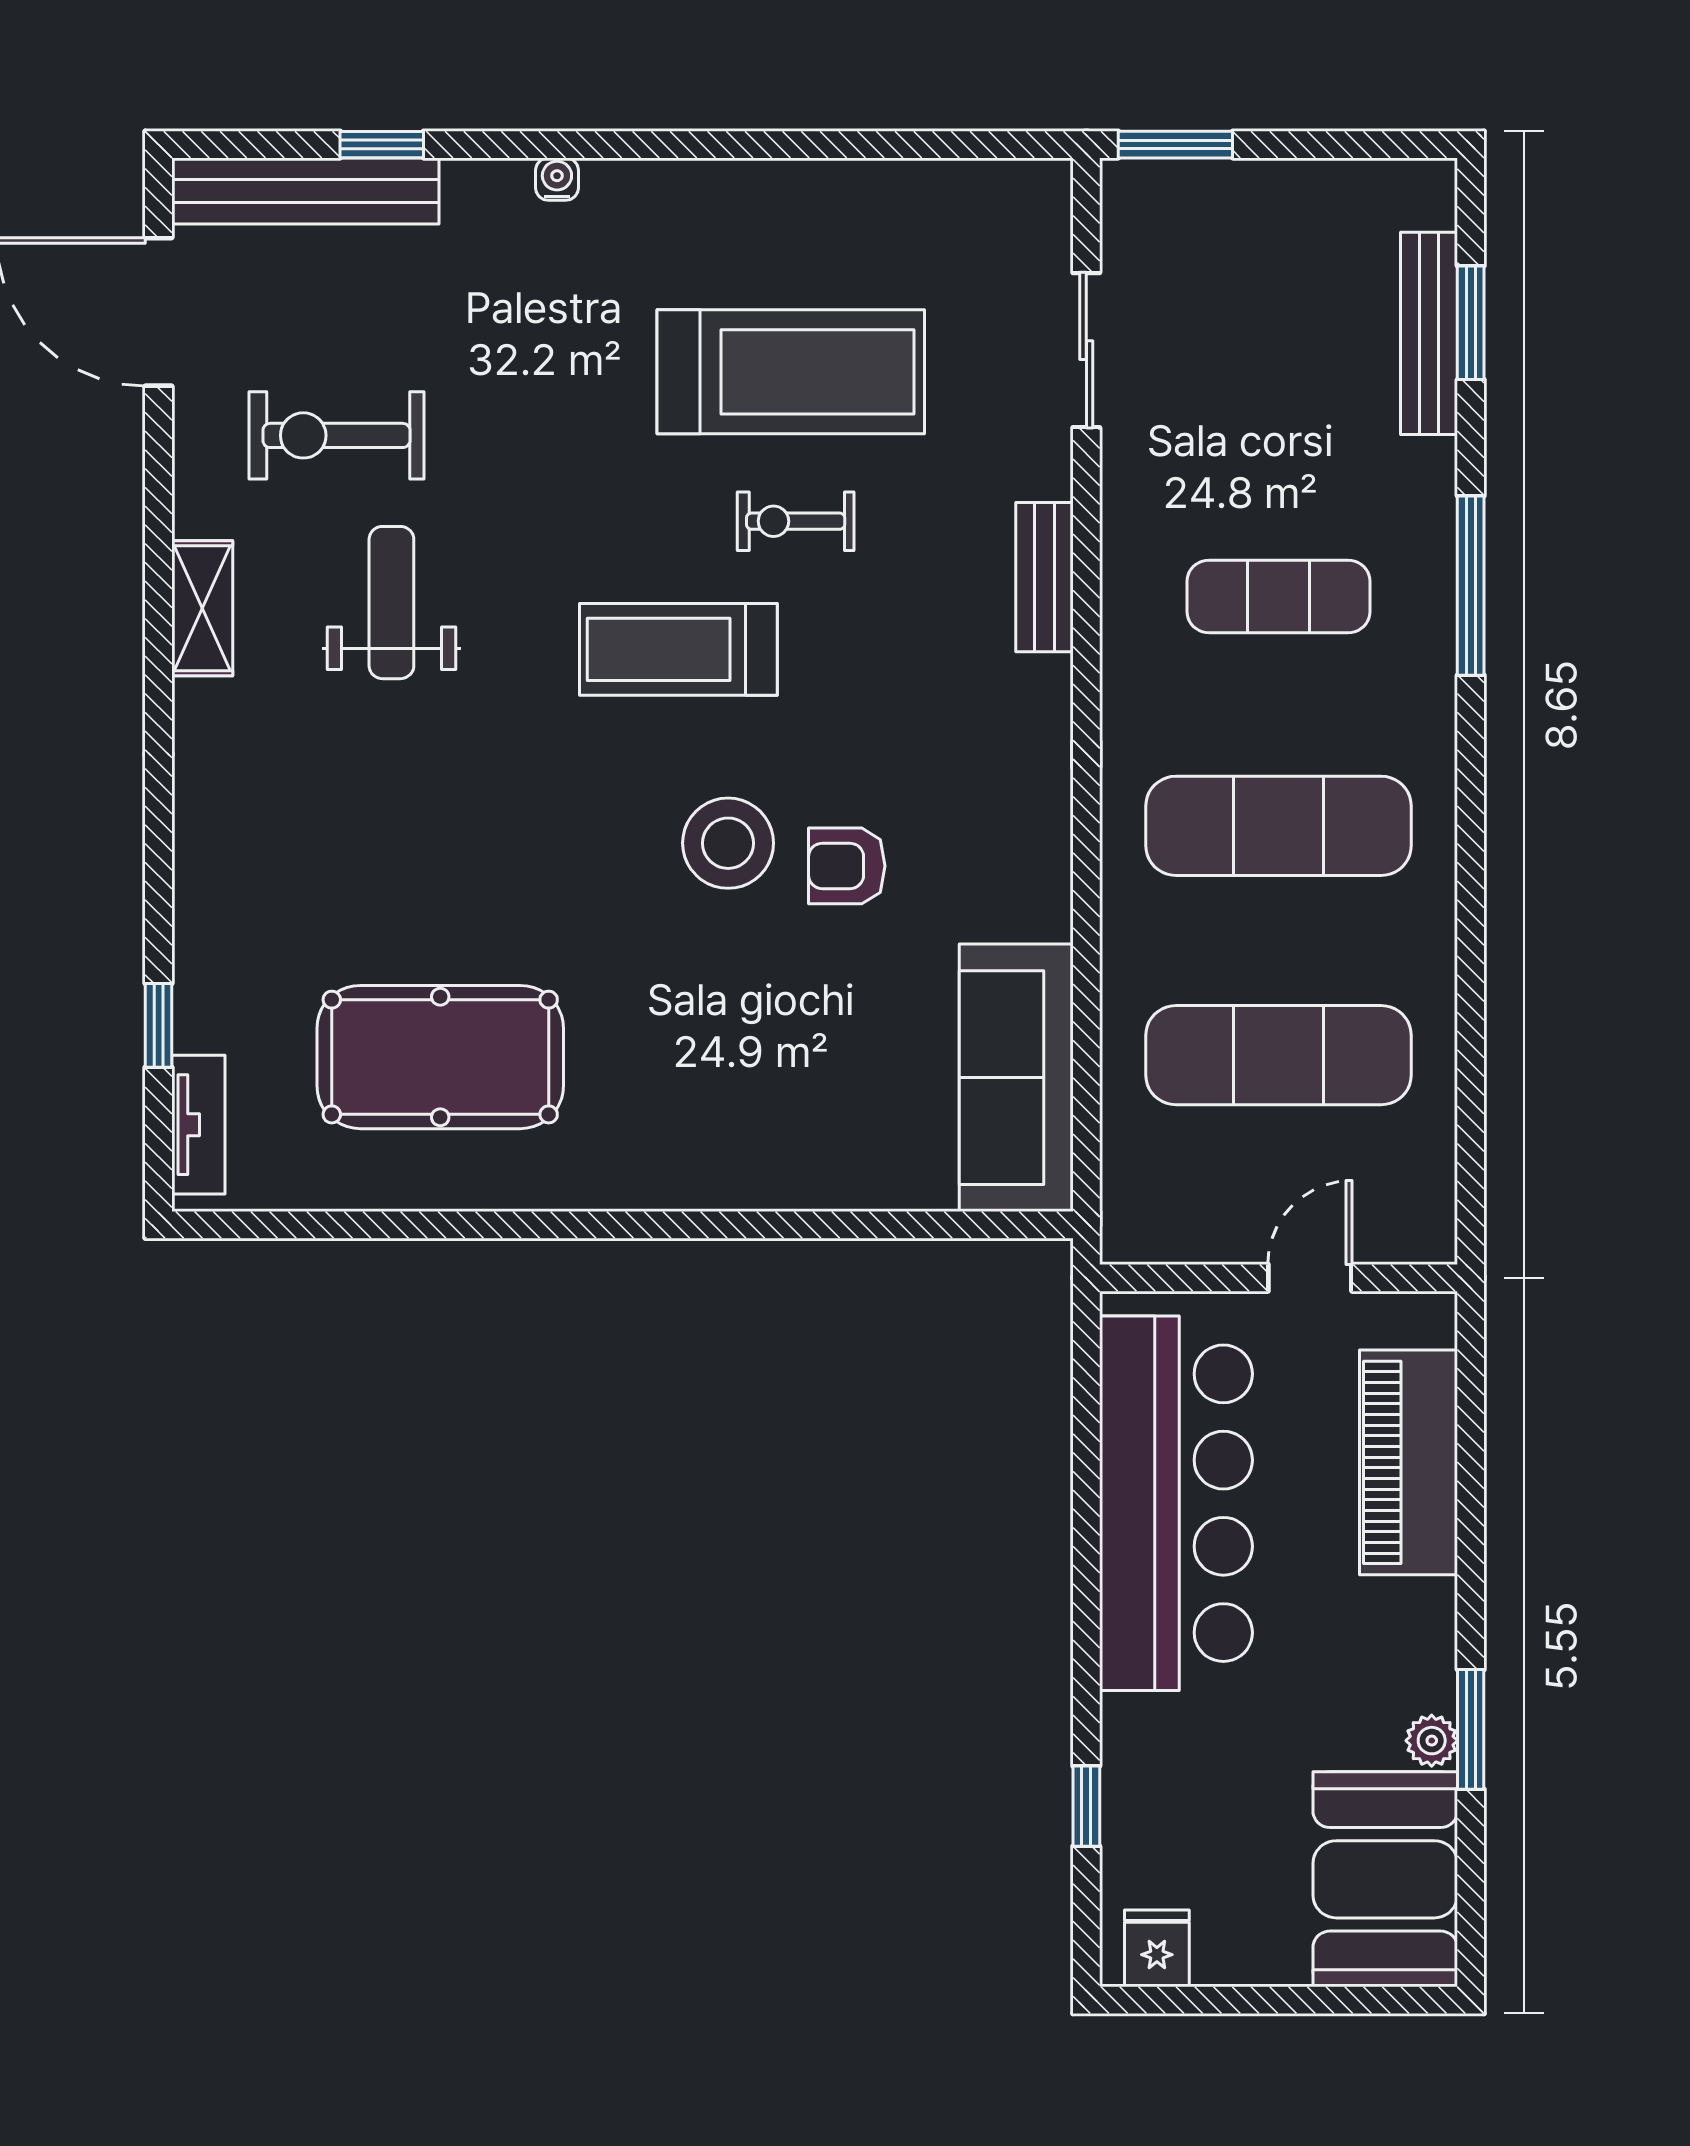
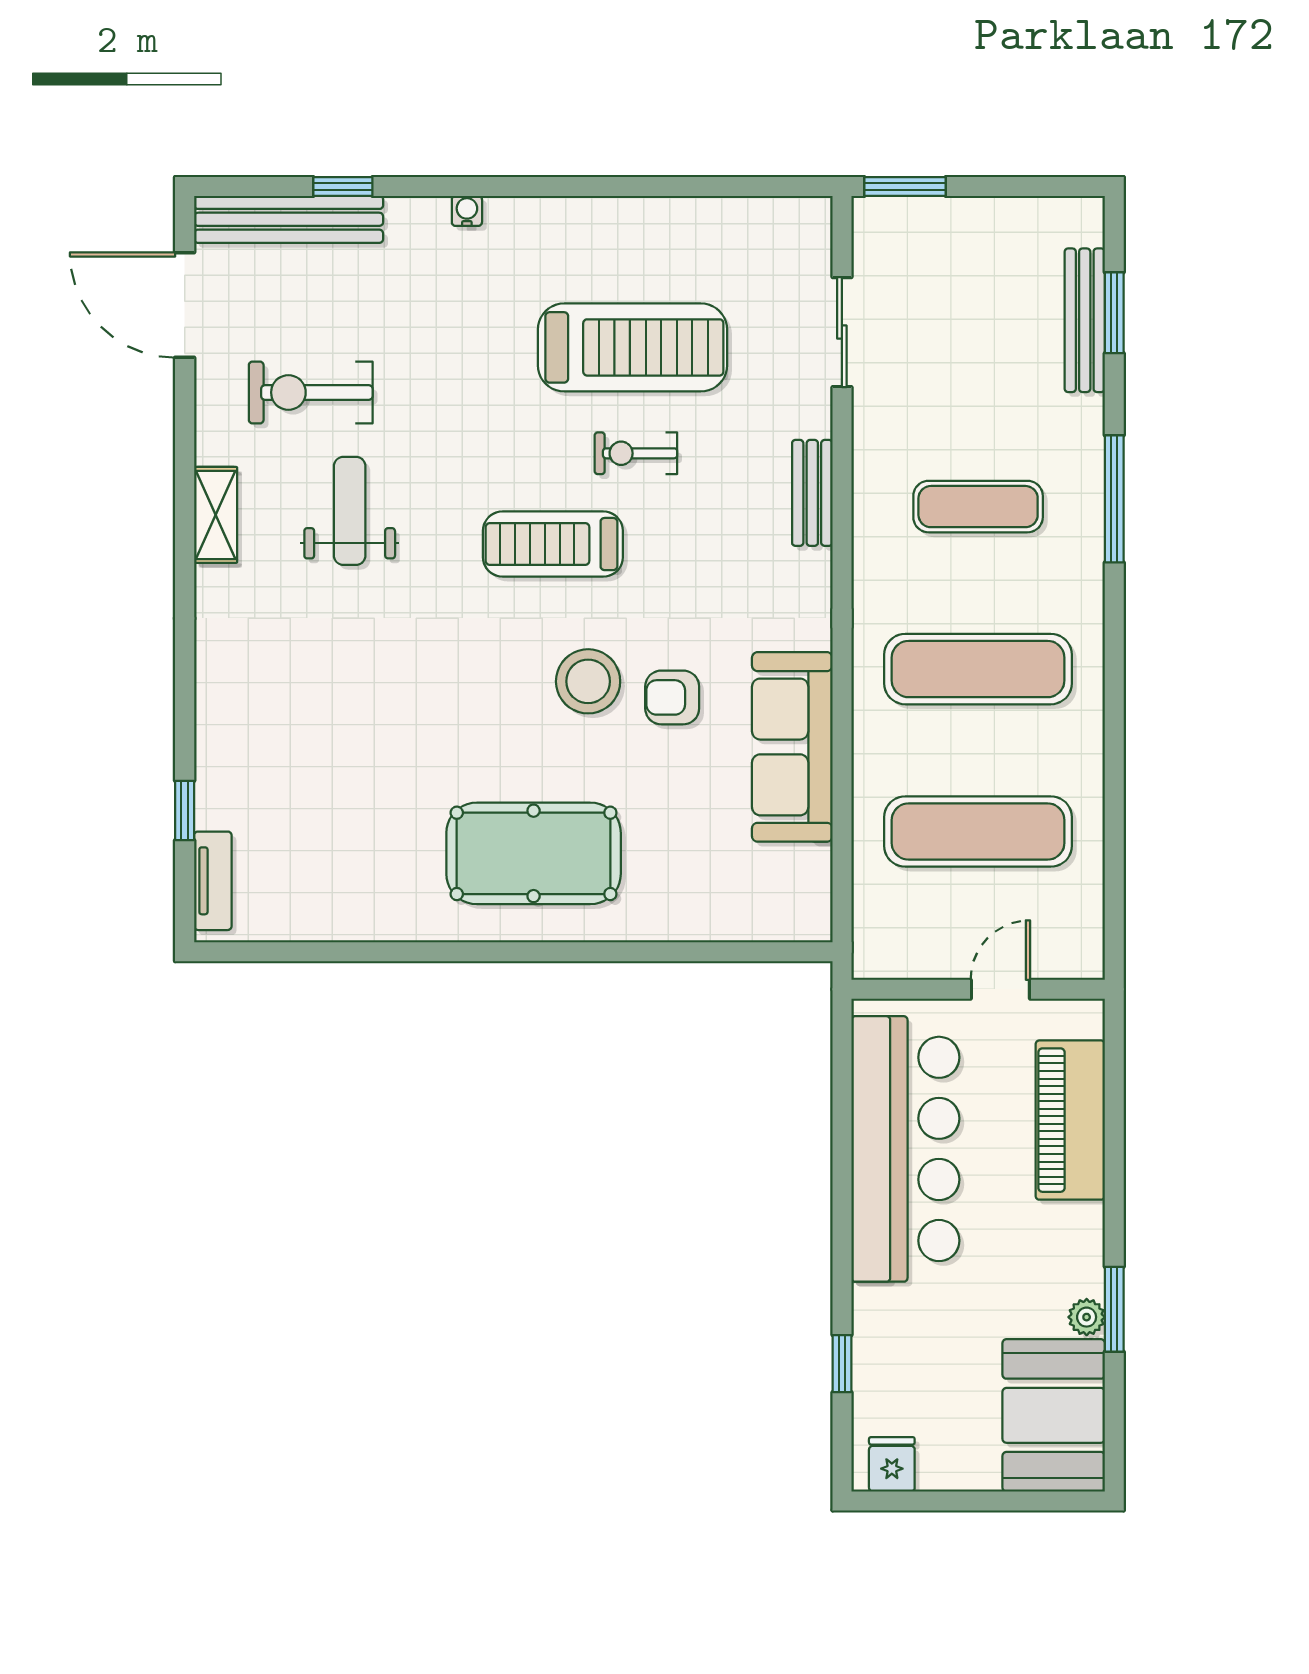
pool table: (440, 1057) -> (534, 853), moved
sofa: (1016, 1078) -> (792, 747), moved

